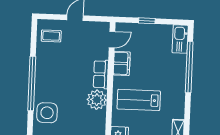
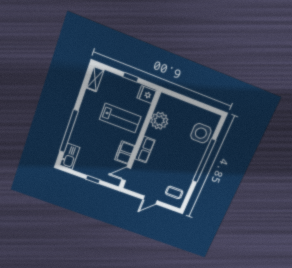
plant: (97, 100) -> (159, 121), moved

